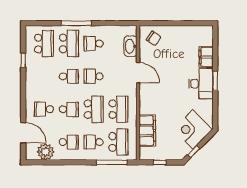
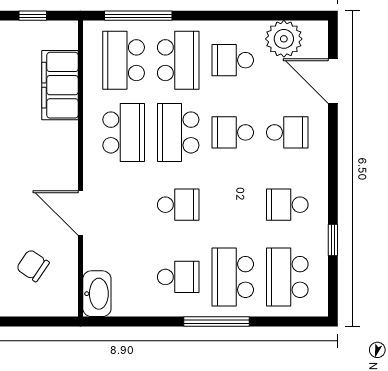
chair: (154, 38) -> (33, 266), moved
washbasin: (131, 46) -> (97, 294), moved
school desk: (69, 76) -> (287, 205), moved
school desk: (118, 109) -> (124, 132), turned 180
school desk: (94, 142) -> (178, 60), width x1.85

